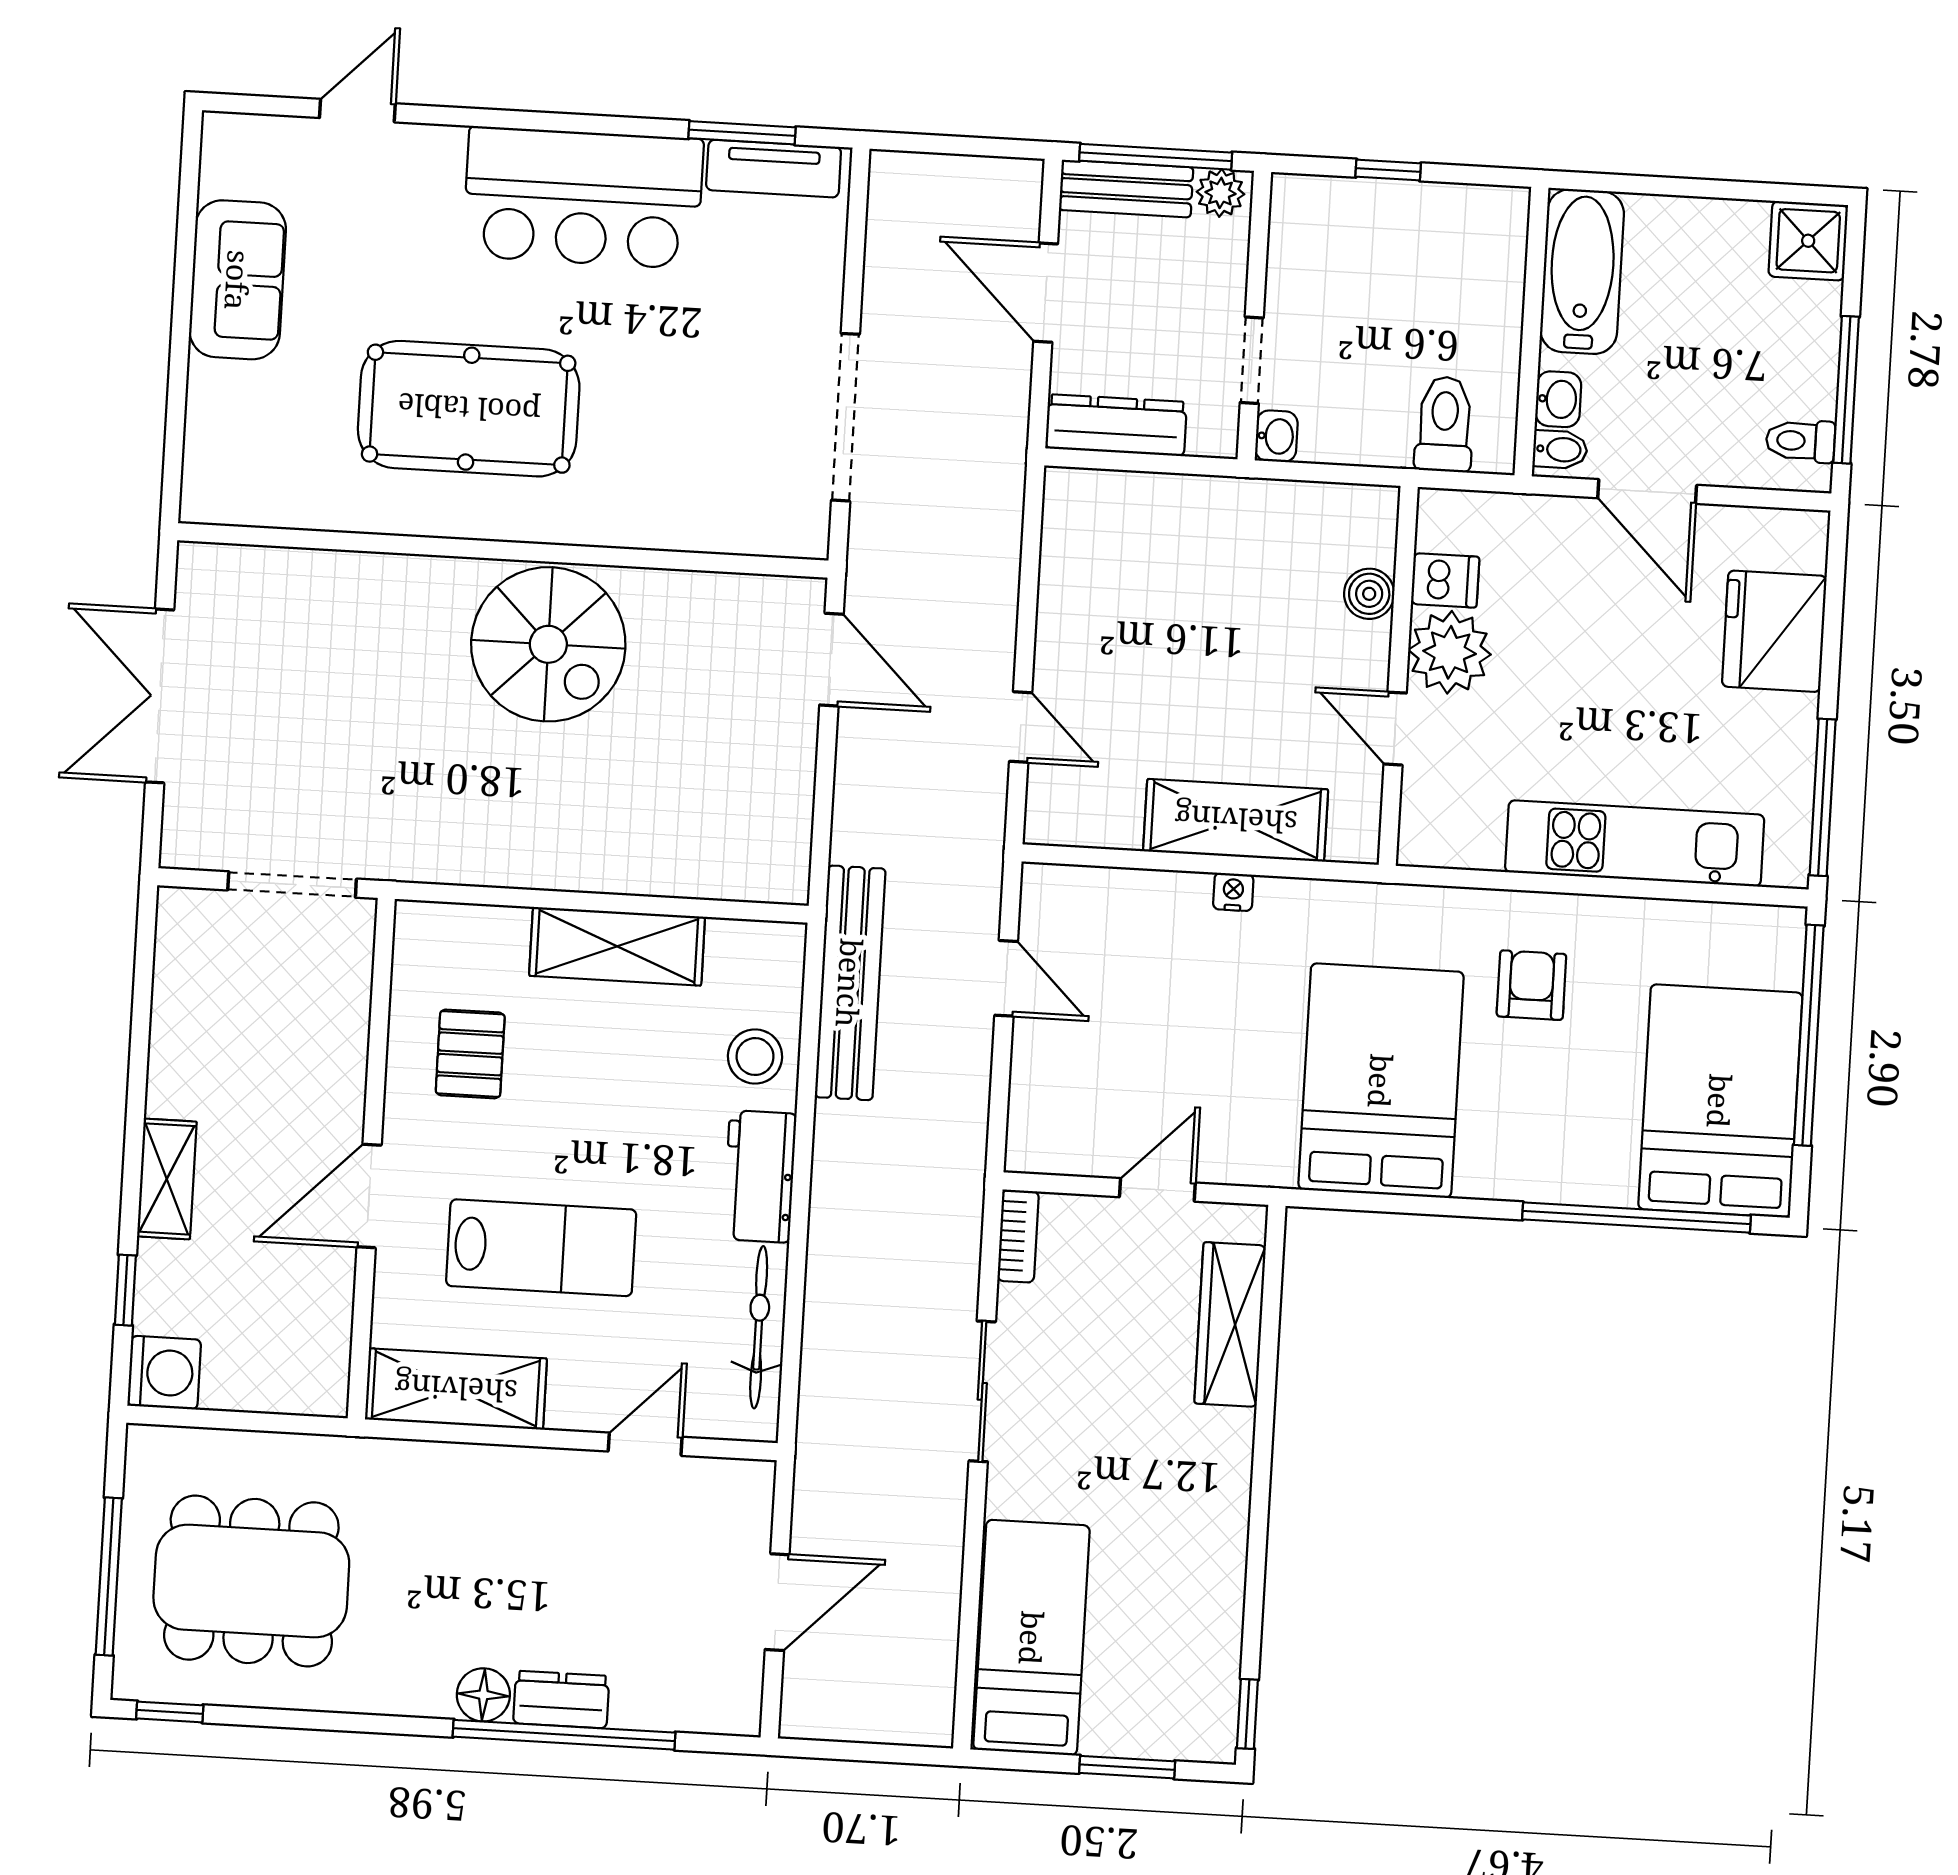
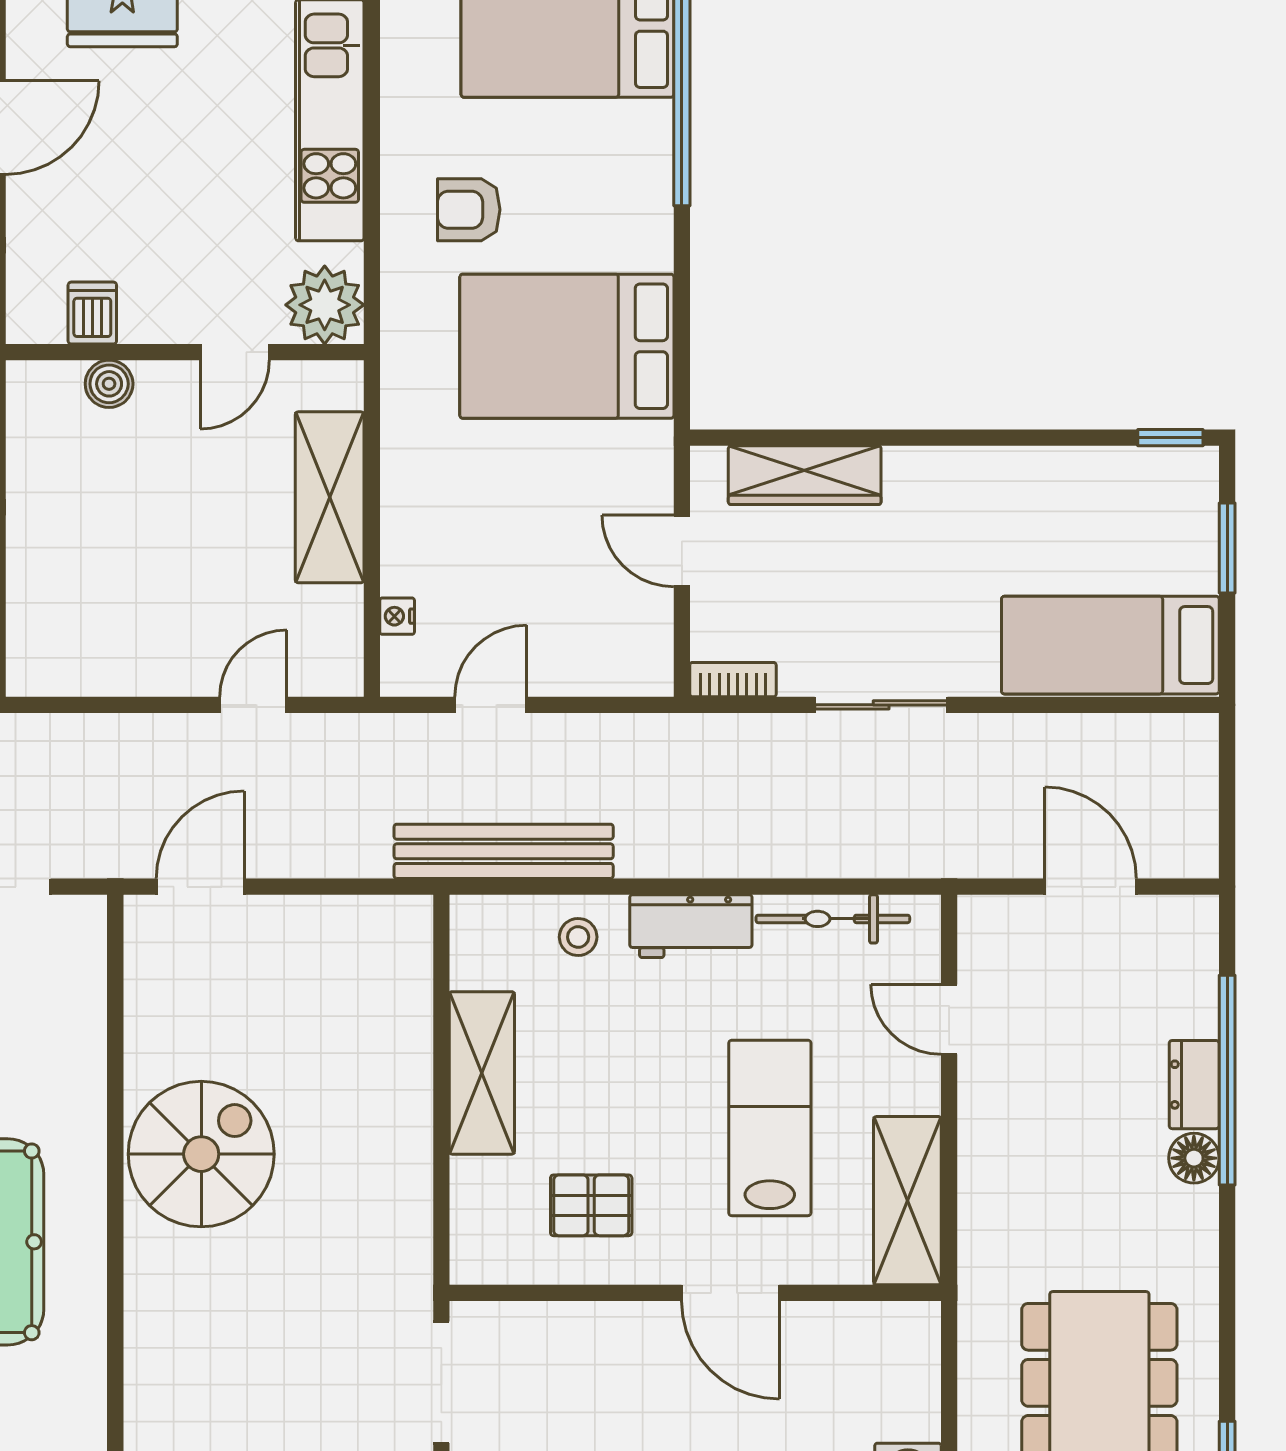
plant: (1450, 652) -> (325, 305), moved
nightstand: (1233, 892) -> (397, 616), moved
stool: (755, 1057) -> (578, 937), width x0.73, depth x0.73

